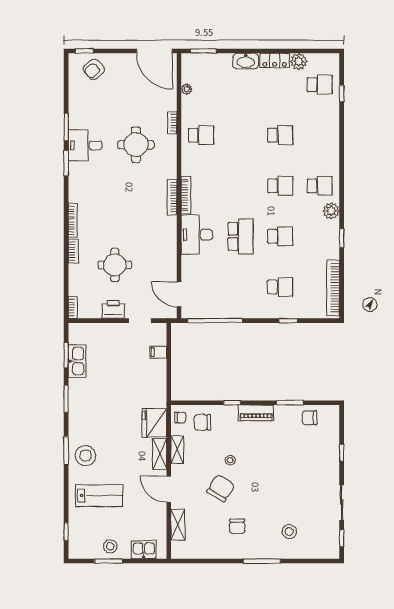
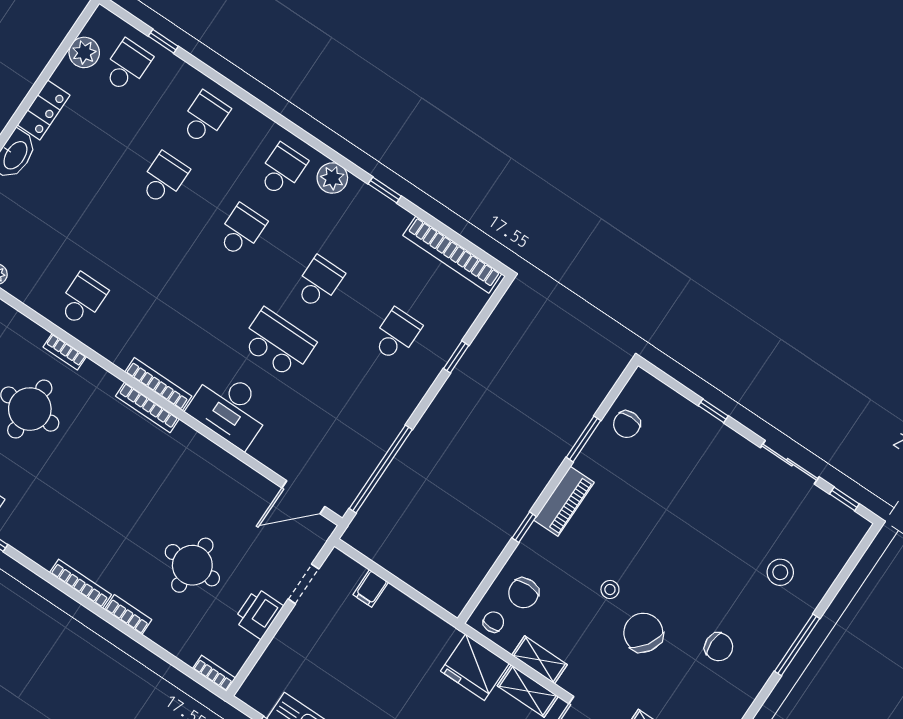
plant: (299, 61) -> (84, 52), moved
bookcase: (172, 123) -> (65, 352), moved
school desk: (320, 135) -> (204, 118), added

